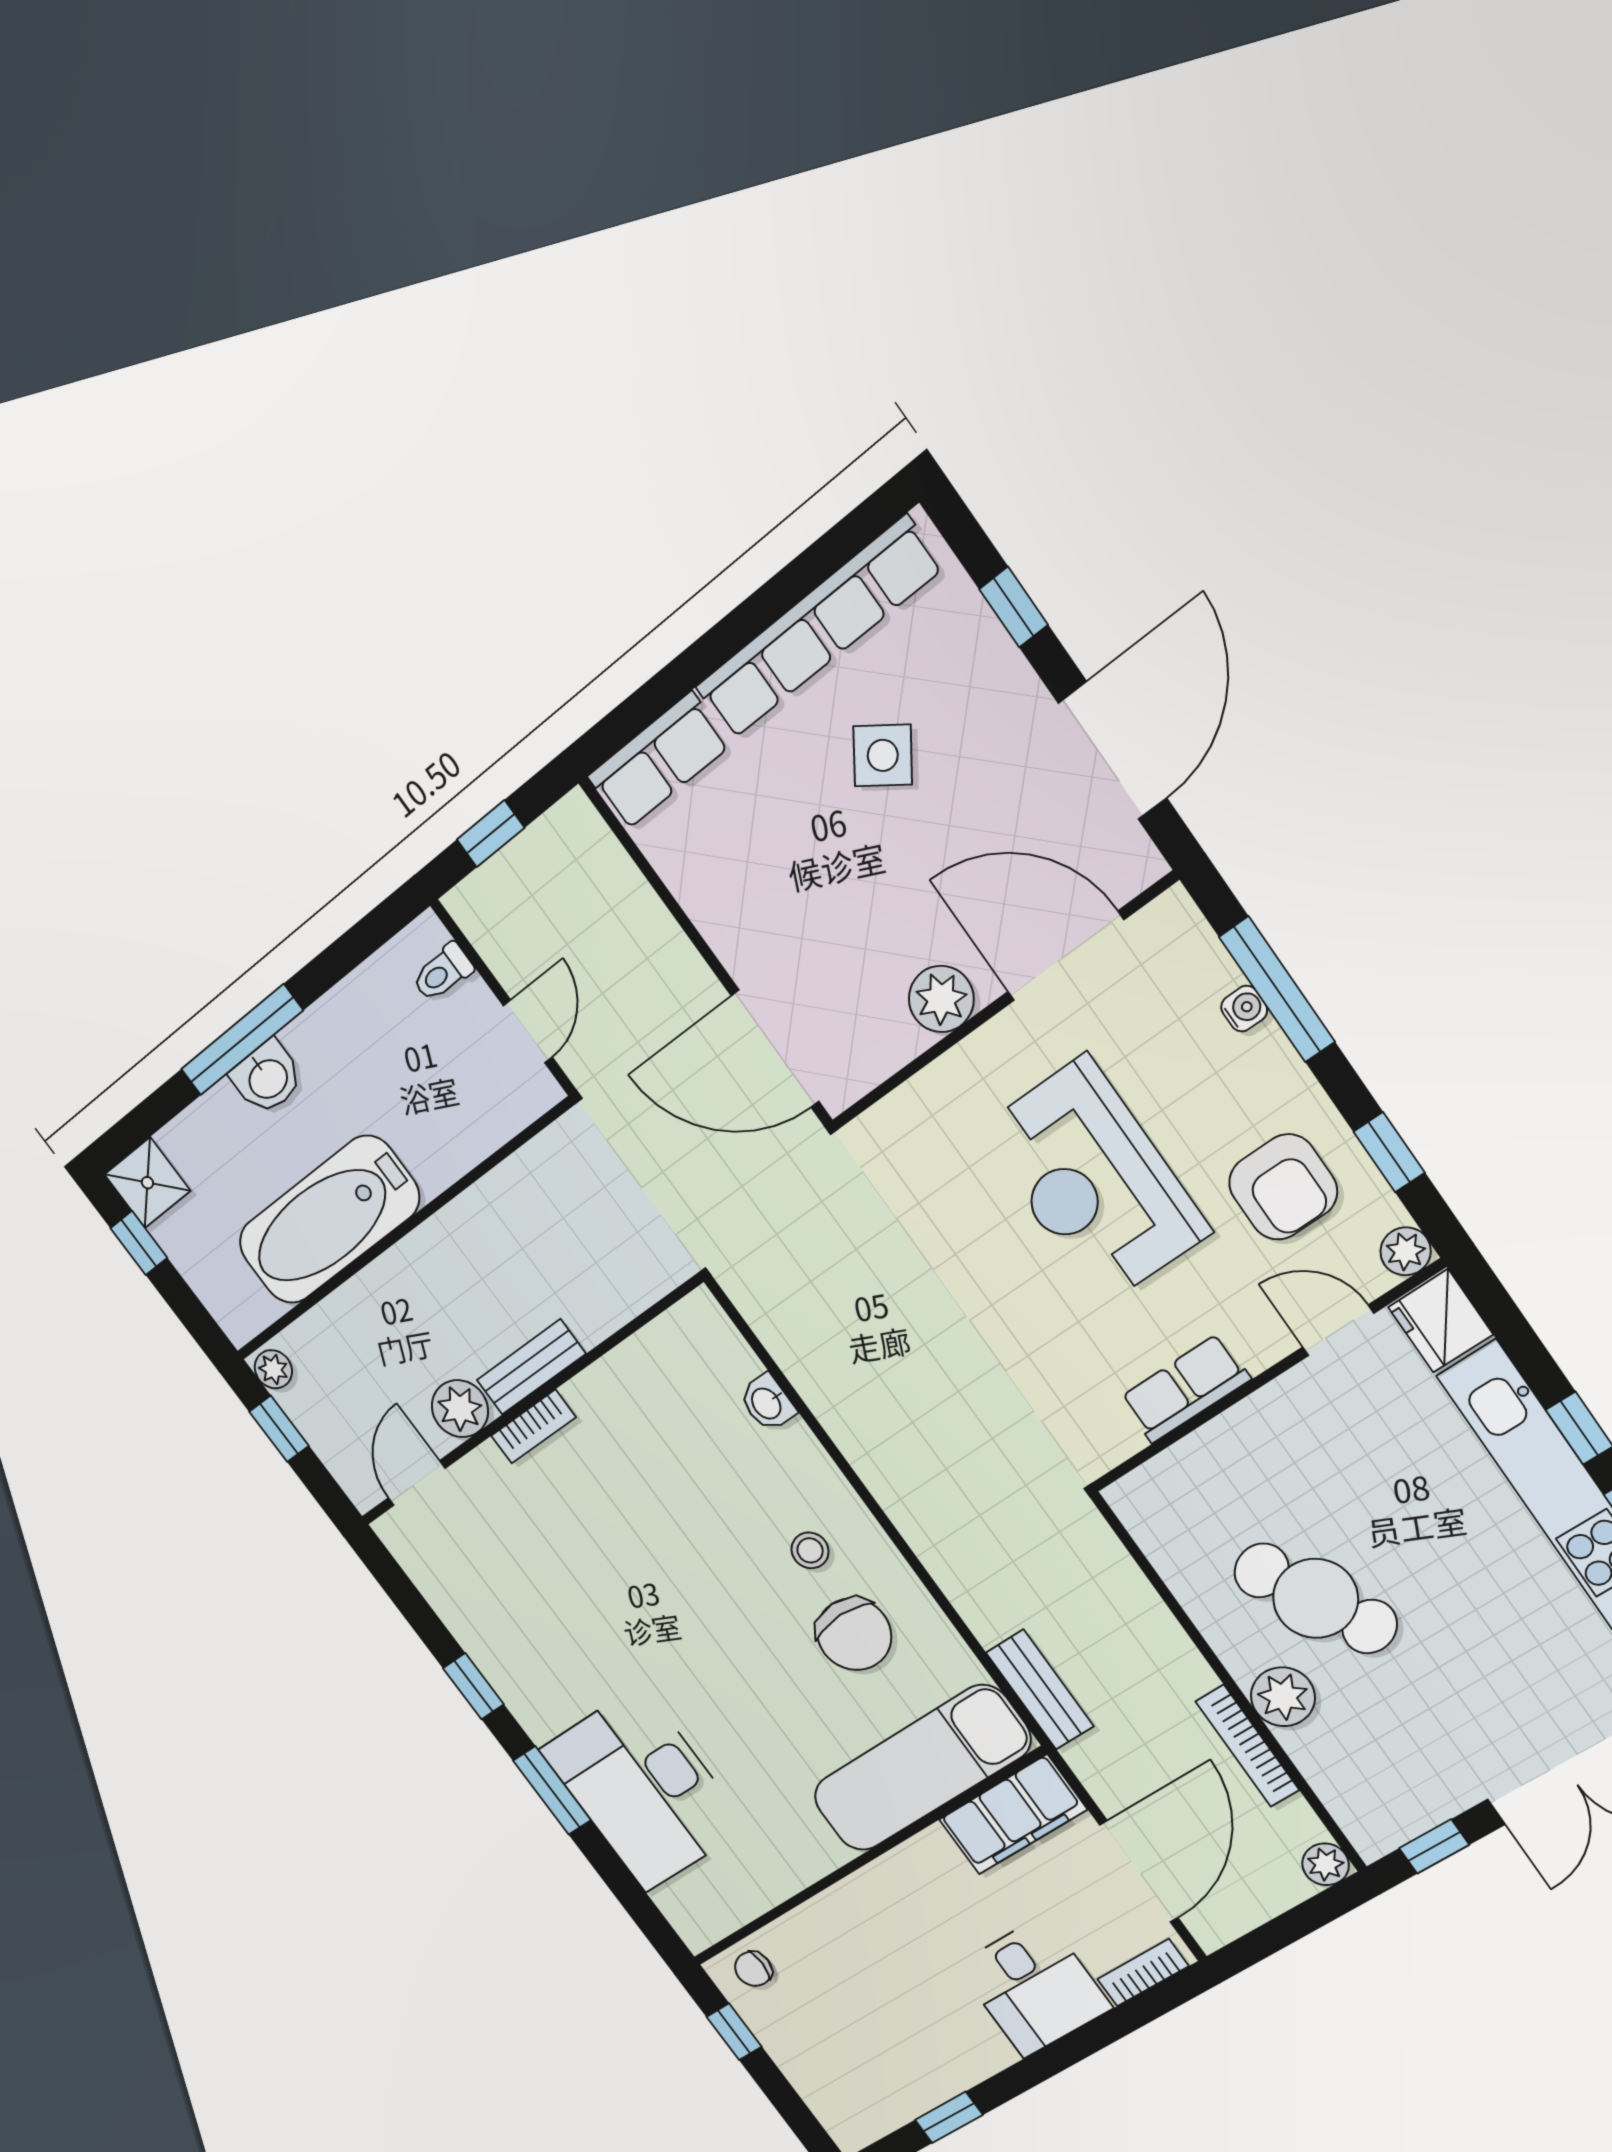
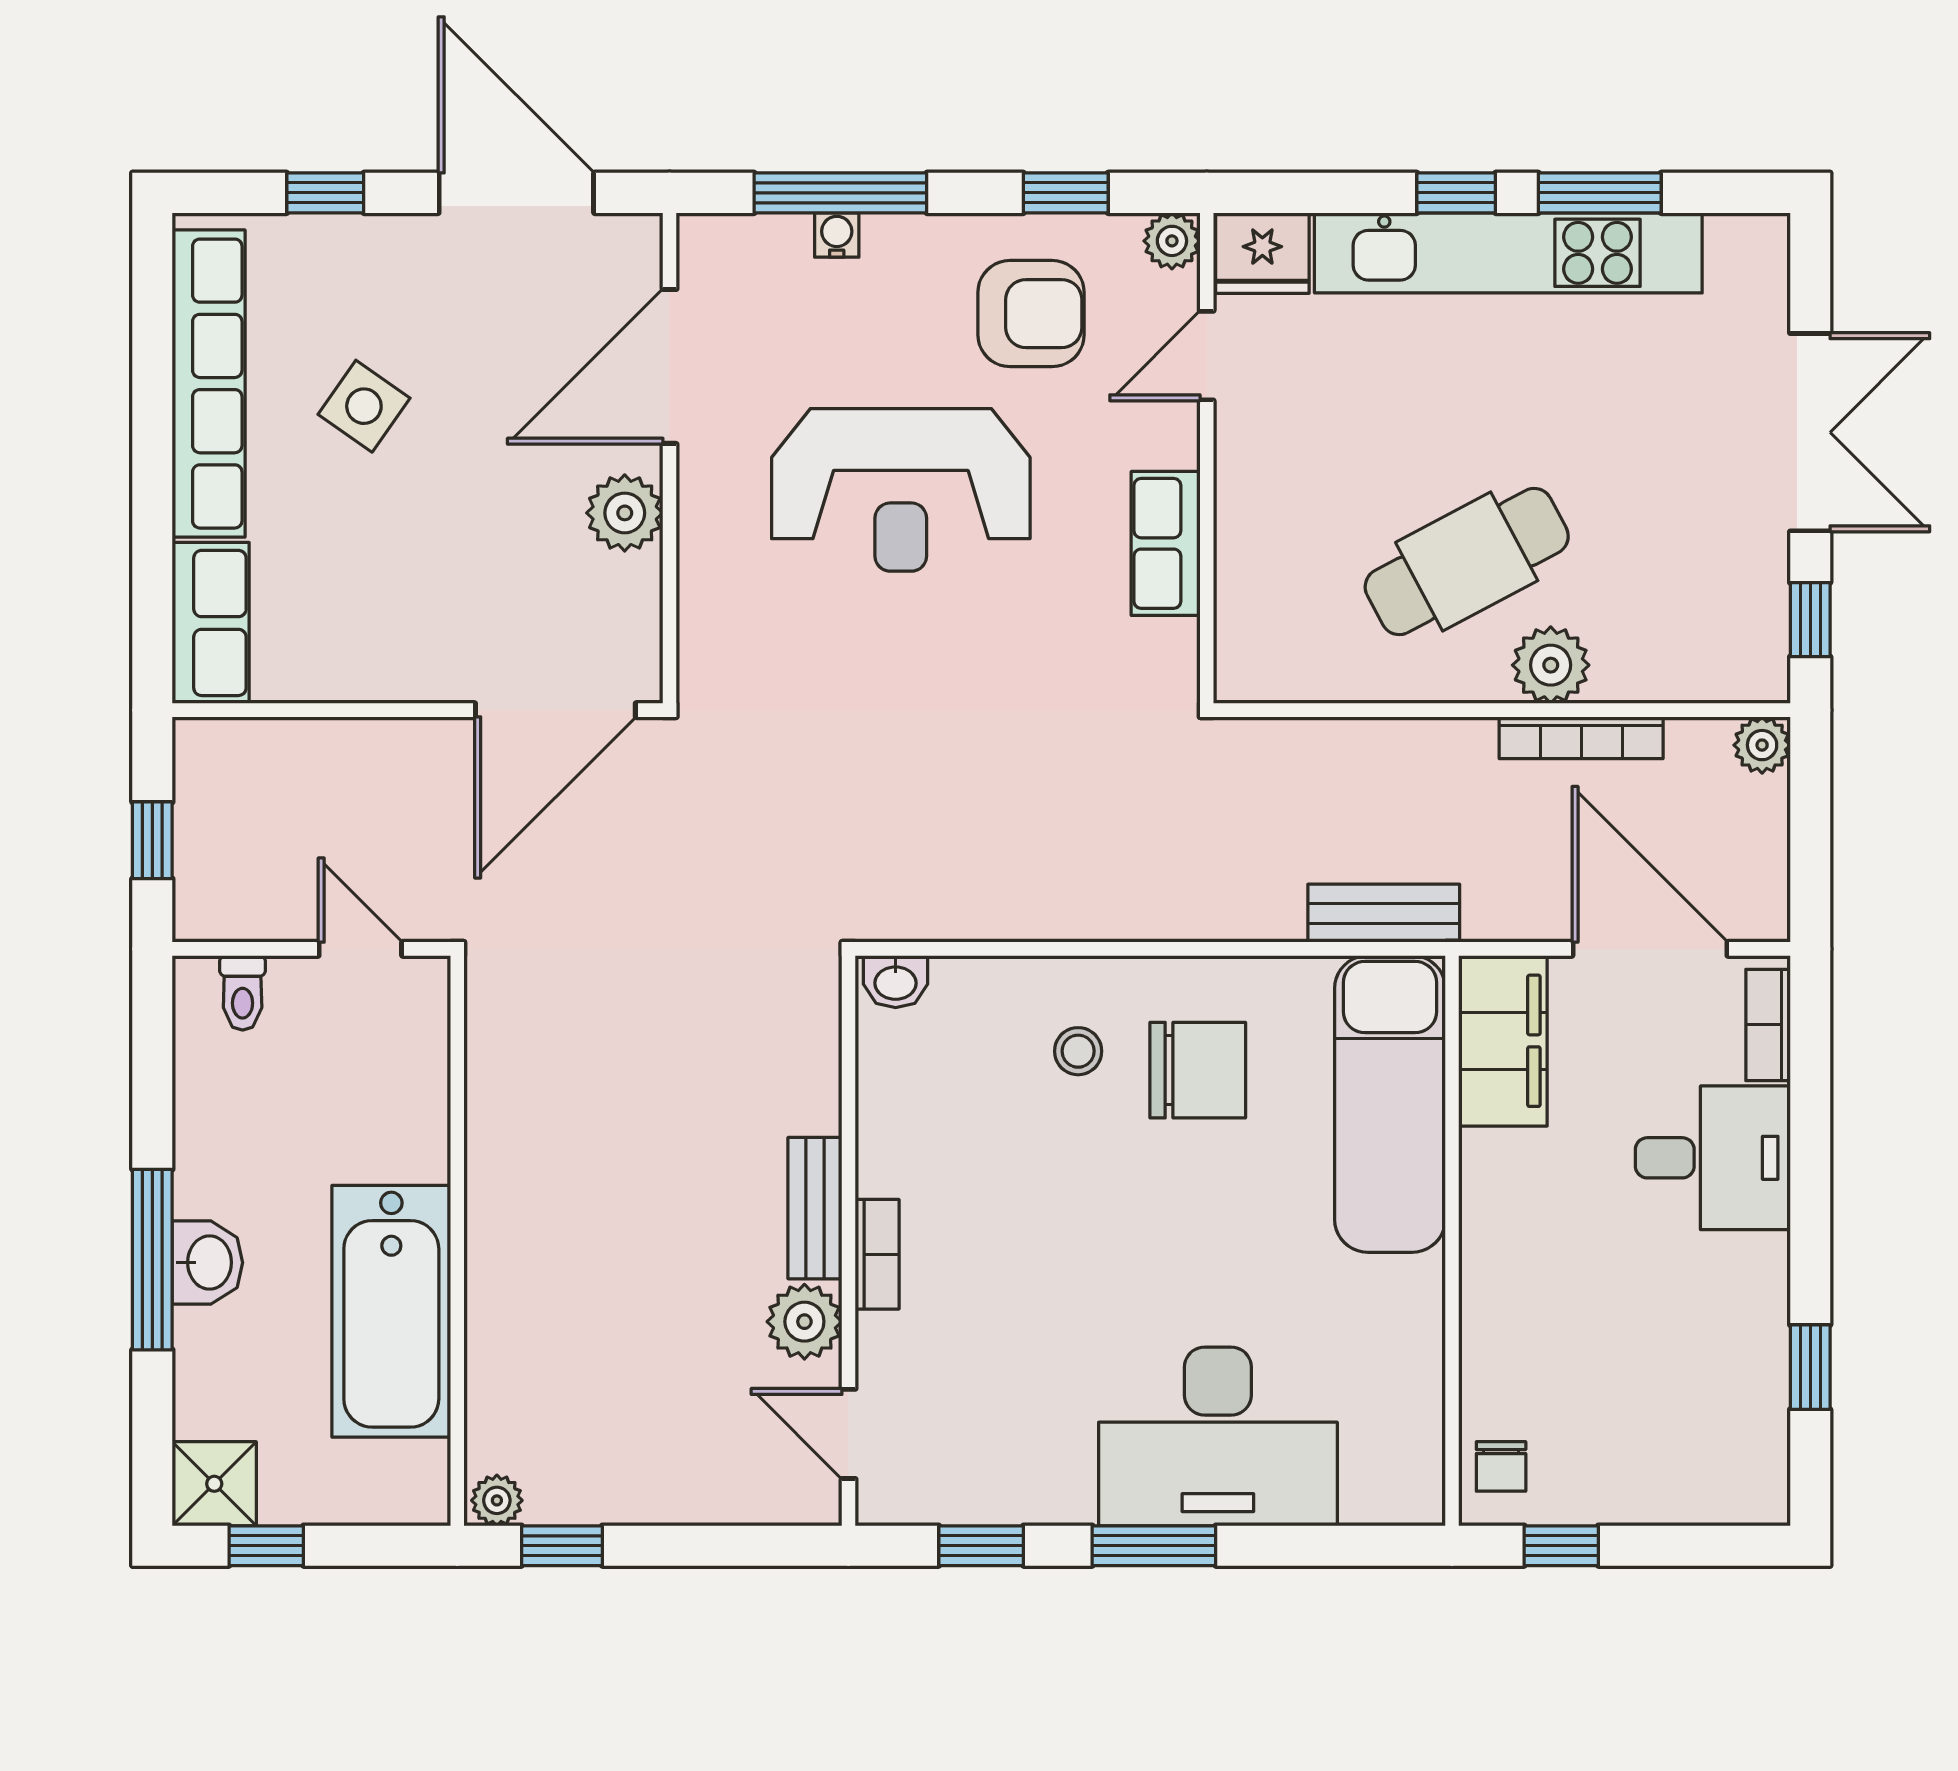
bench: (531, 1367) -> (815, 1208), moved
wall: (528, 1402) -> (849, 1241), moved
plant: (460, 1409) -> (804, 1322), moved
bookcase: (533, 1426) -> (877, 1254), moved
door: (417, 1483) -> (849, 1434), moved

